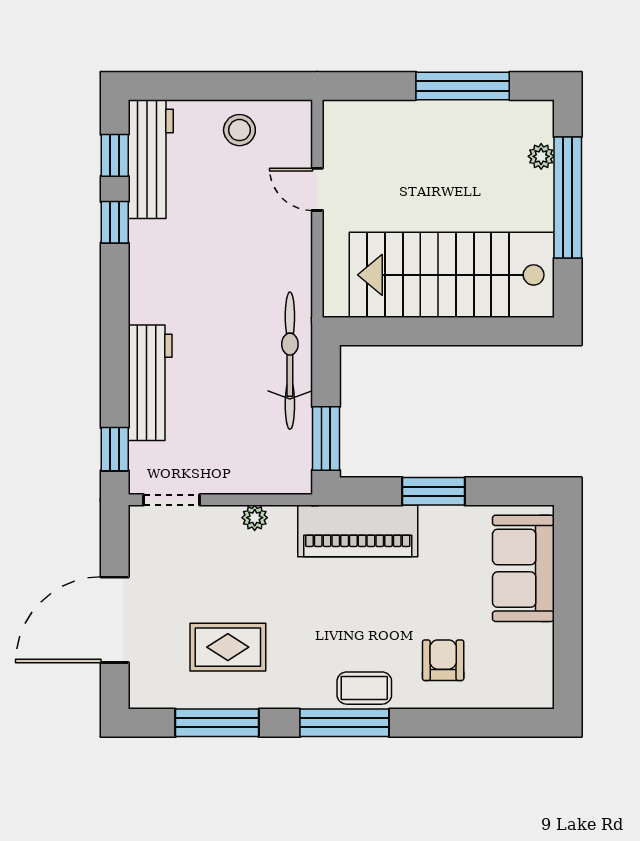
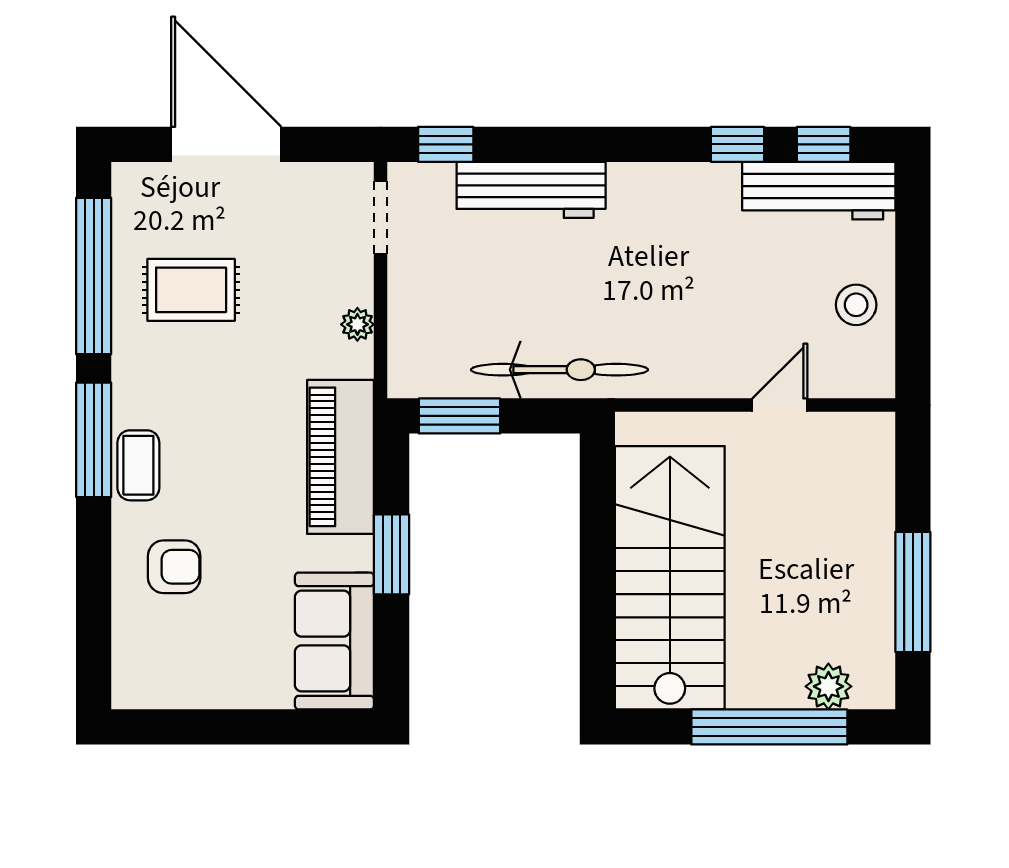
plant: (541, 156) -> (828, 686), width x1.38, depth x1.38
sofa: (523, 568) -> (334, 641), moved, turned -90
rug: (228, 647) -> (191, 290), turned 90
window: (217, 723) -> (94, 276), width x1.46

